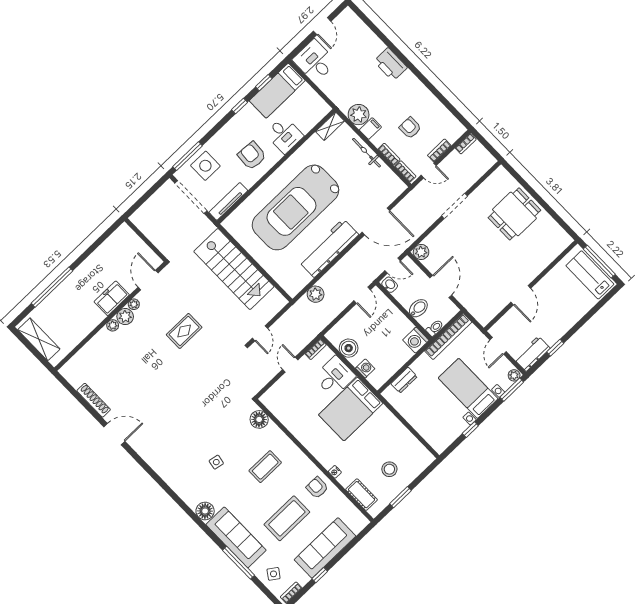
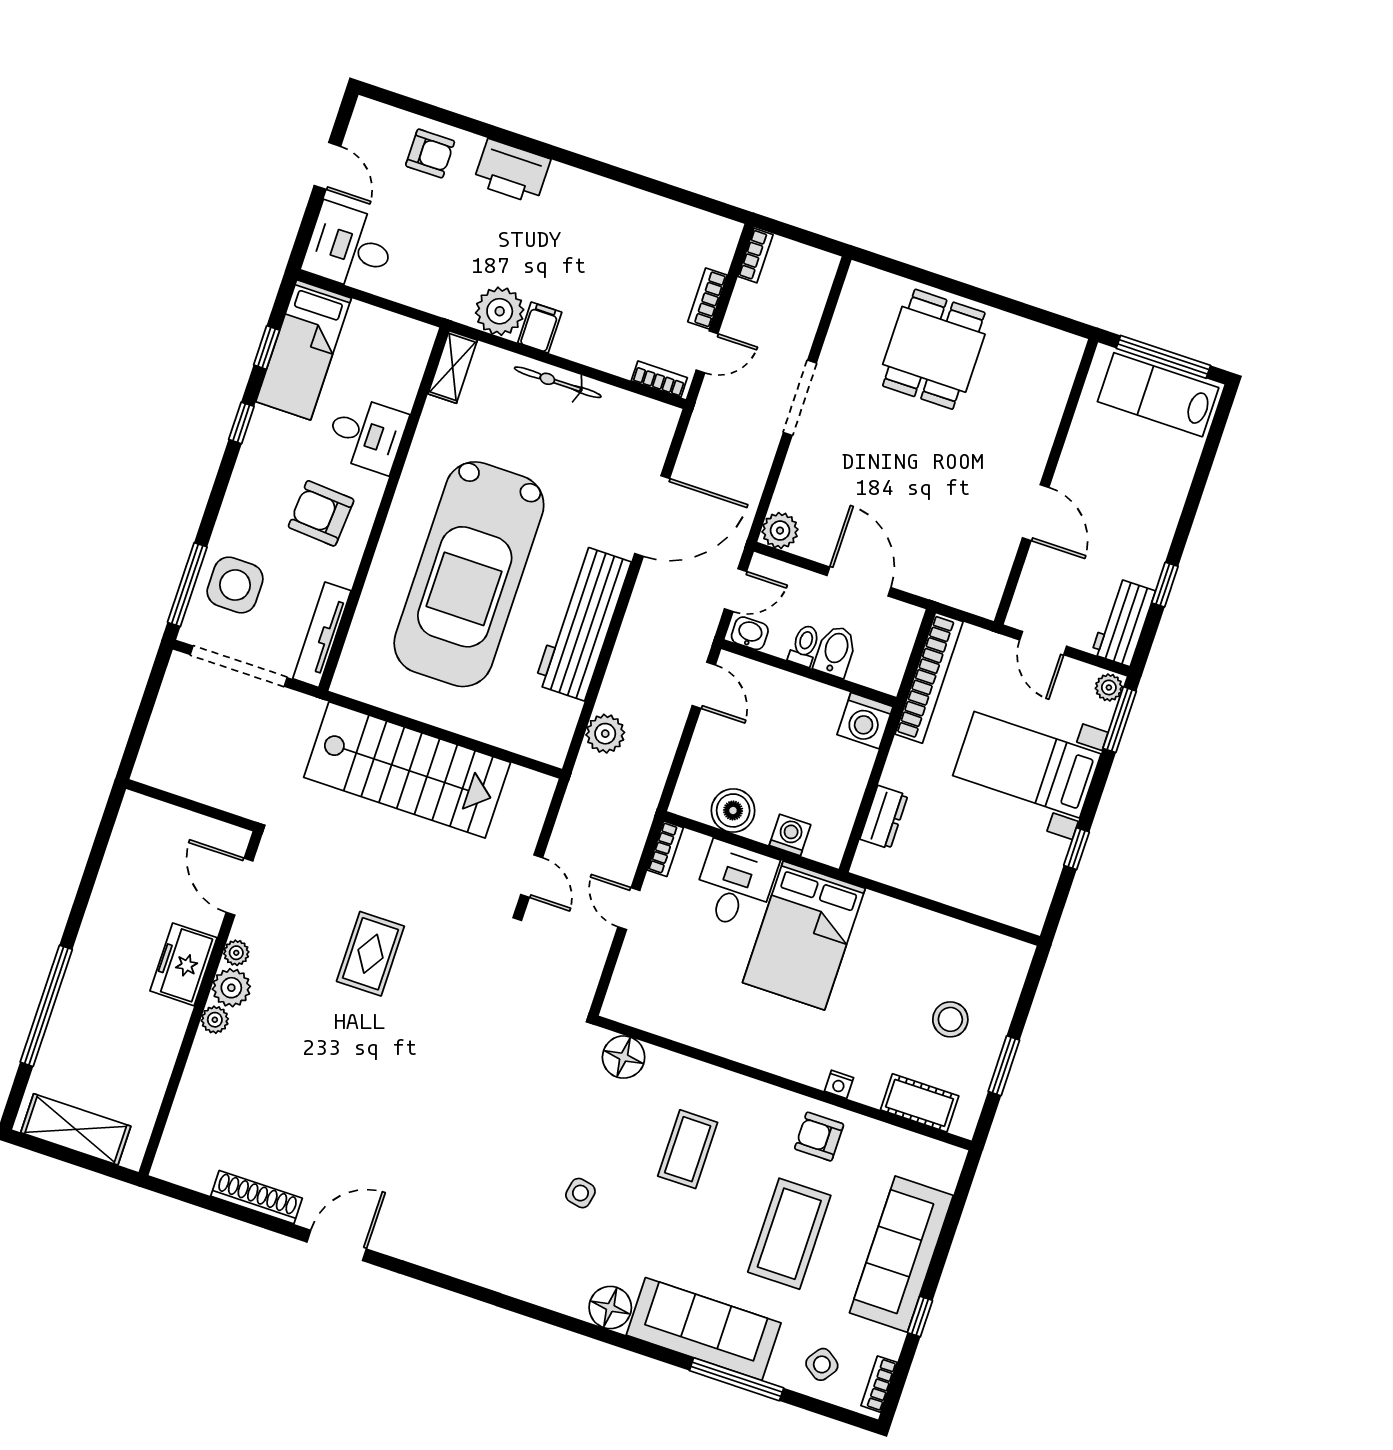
armchair: (410, 128) -> (430, 153), moved, turned 180
bookcase: (389, 154) -> (606, 361), removed
toilet: (435, 328) -> (804, 645), moved

